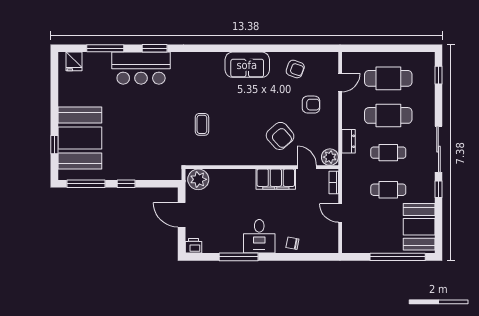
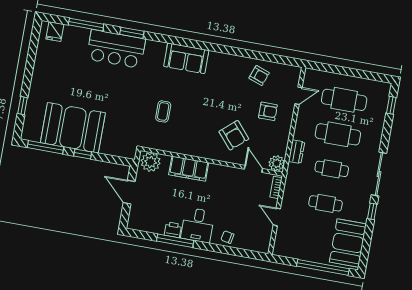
sofa: (247, 65) -> (186, 58), moved
booth: (80, 138) -> (73, 128), moved, turned 90
filing cabinet: (276, 179) -> (189, 169), moved
printer: (193, 246) -> (173, 230), moved

